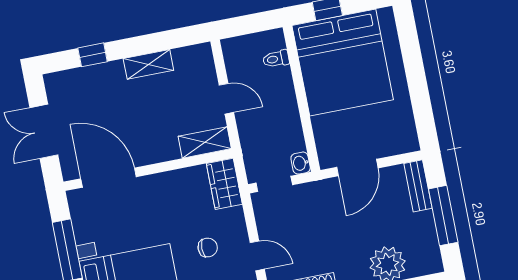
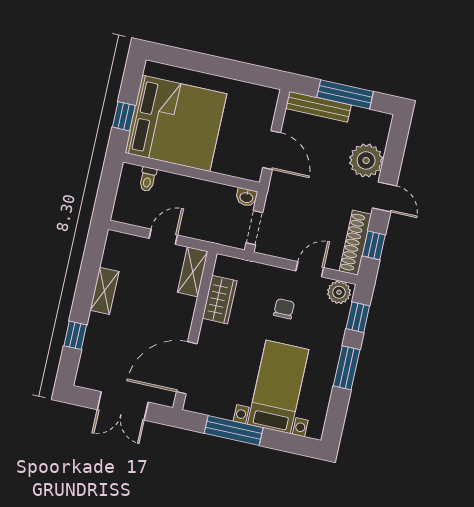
wardrobe: (224, 184) -> (220, 300), moved, turned -90
bench: (418, 186) -> (318, 107), width x1.36

